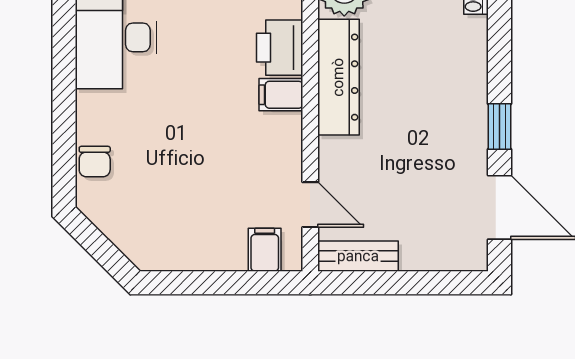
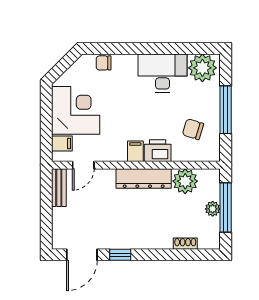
corner desk: (195, 221) -> (76, 110), added

